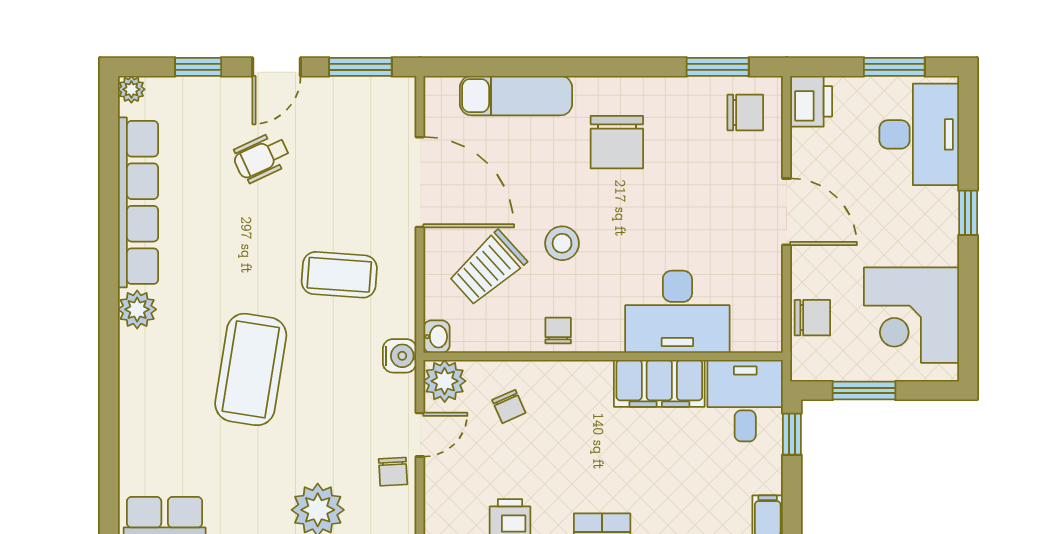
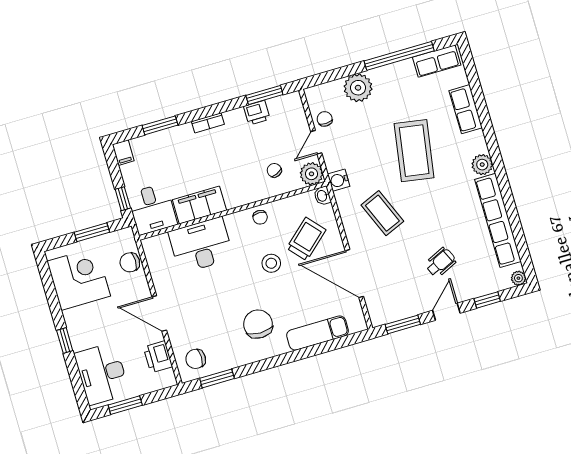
printer: (811, 101) -> (158, 357), moved
coffee table: (339, 275) -> (382, 213), turned 63
row of seats: (138, 416) -> (466, 109), added

